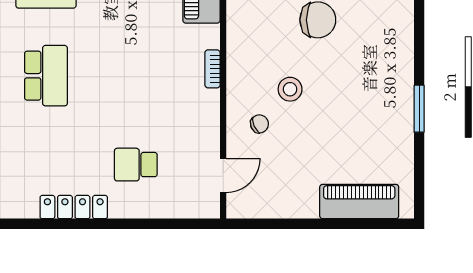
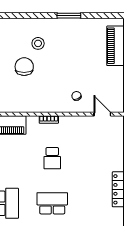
stool: (290, 89) -> (38, 43), moved
school desk: (136, 165) -> (52, 158), moved

